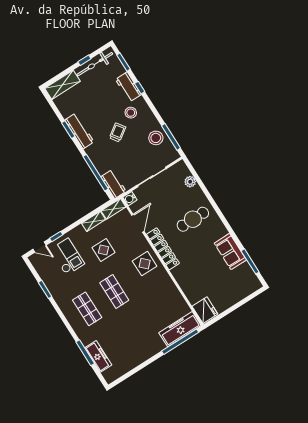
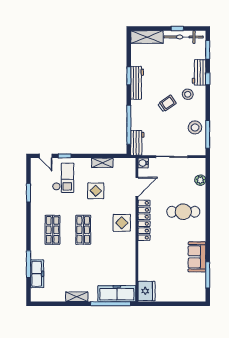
shelving: (113, 209) -> (77, 297), moved

